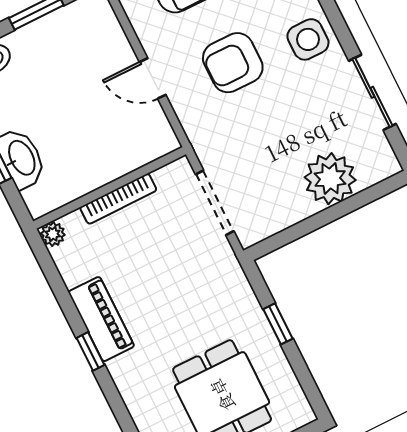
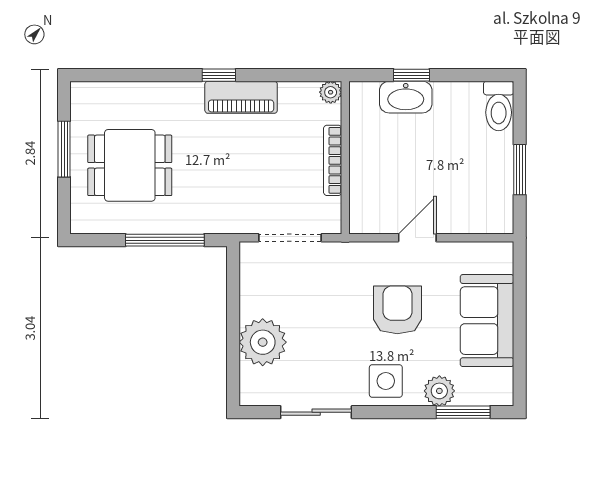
window: (278, 324) -> (165, 240), width x2.17

